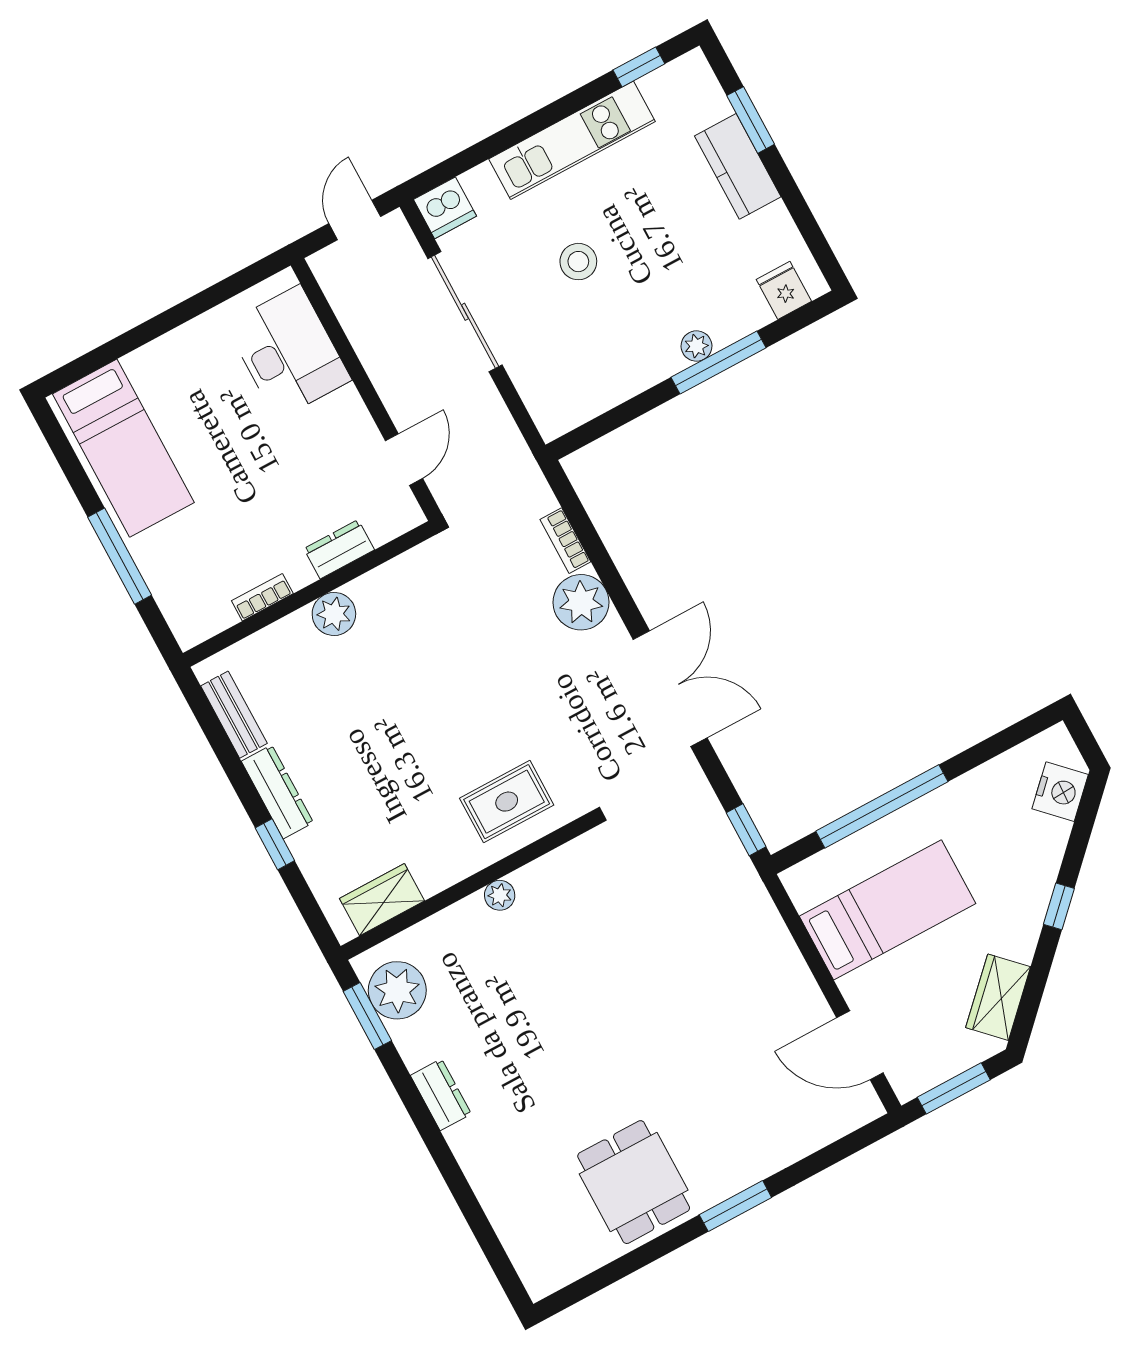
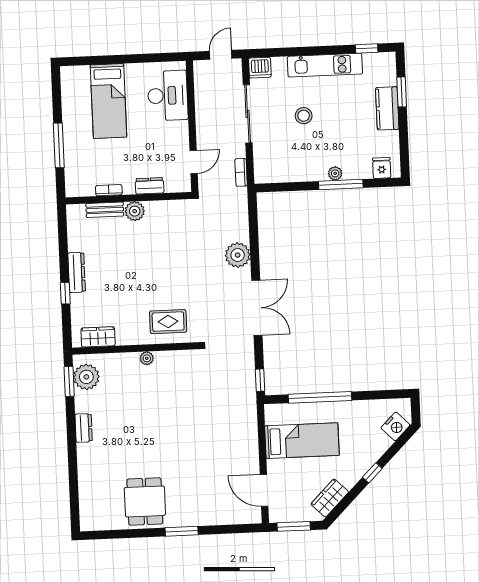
bed: (123, 448) -> (108, 101), moved
bookcase: (565, 541) -> (241, 172), moved
bench: (234, 715) -> (105, 210), moved, turned 90

